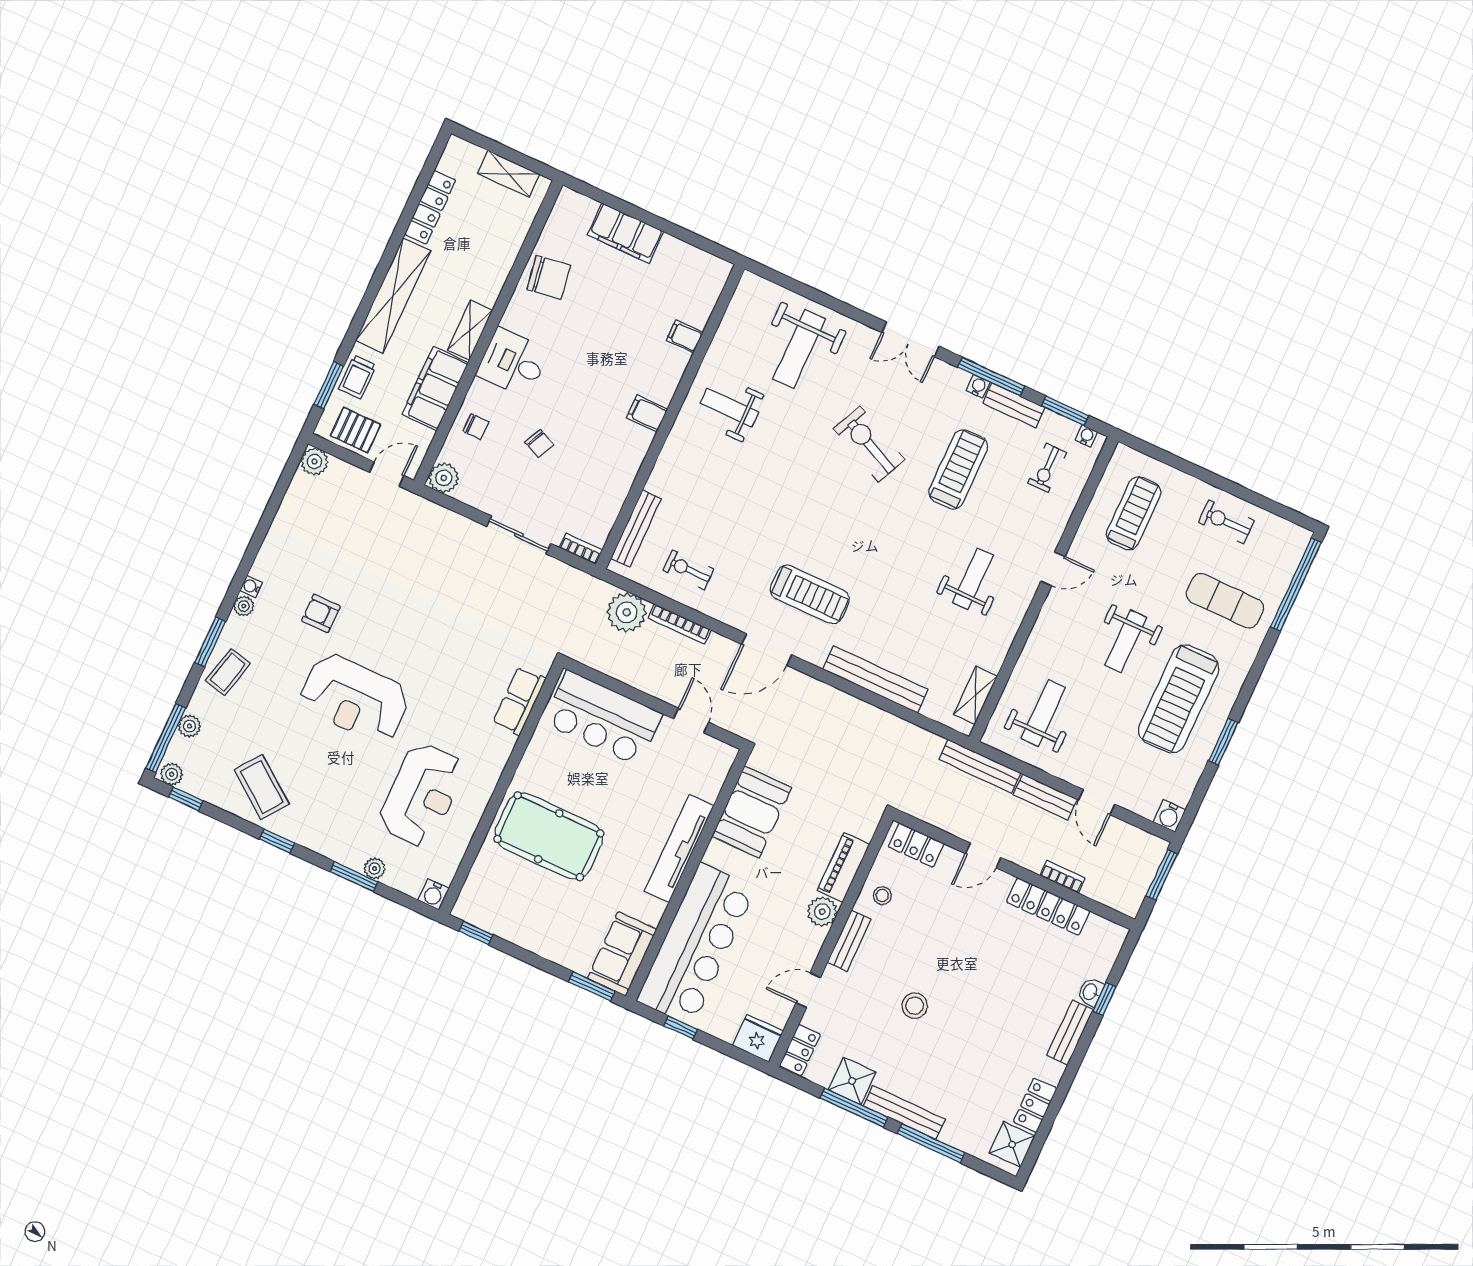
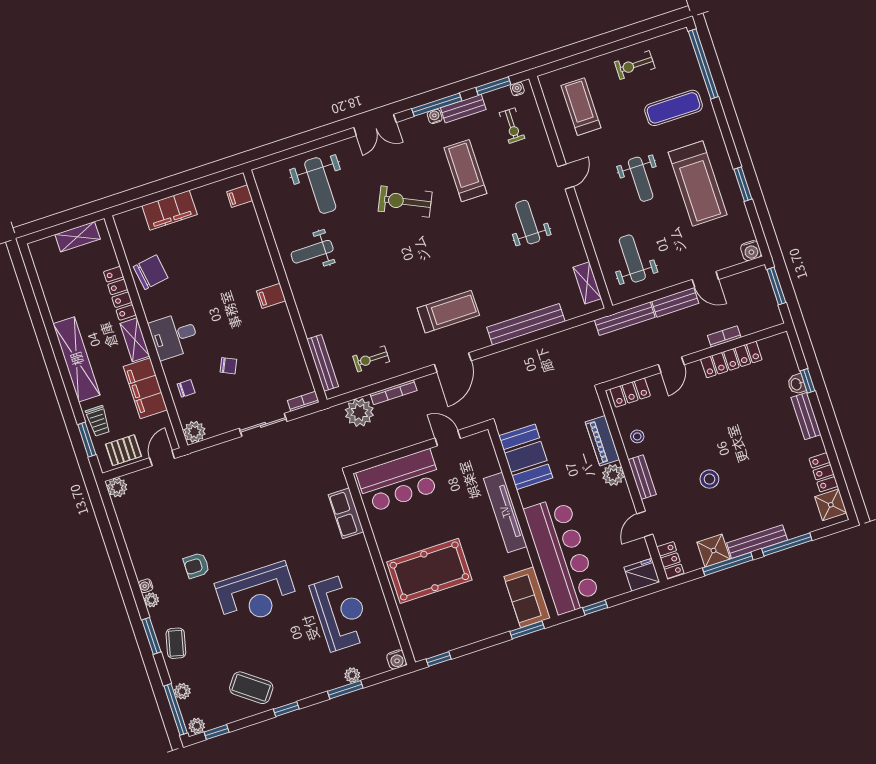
locker: (430, 207) -> (120, 293), moved, turned 180
filing cabinet: (685, 337) -> (240, 196), moved

